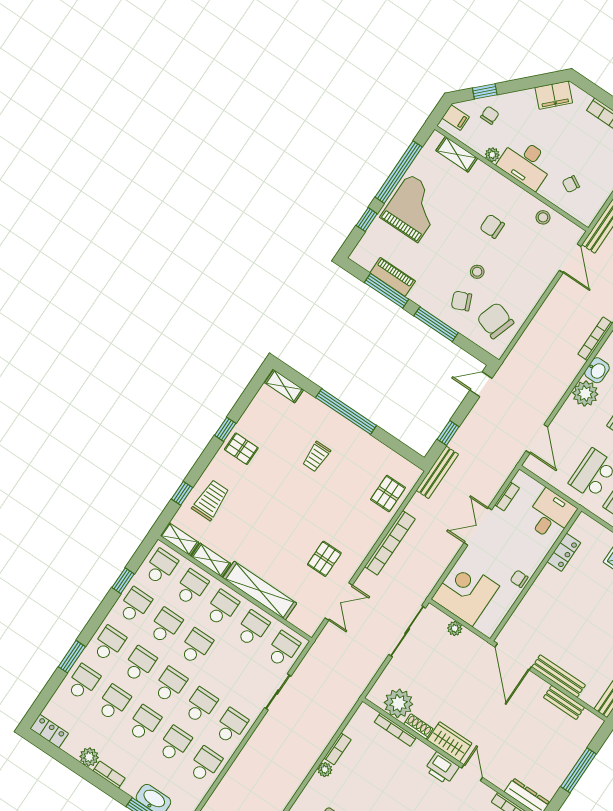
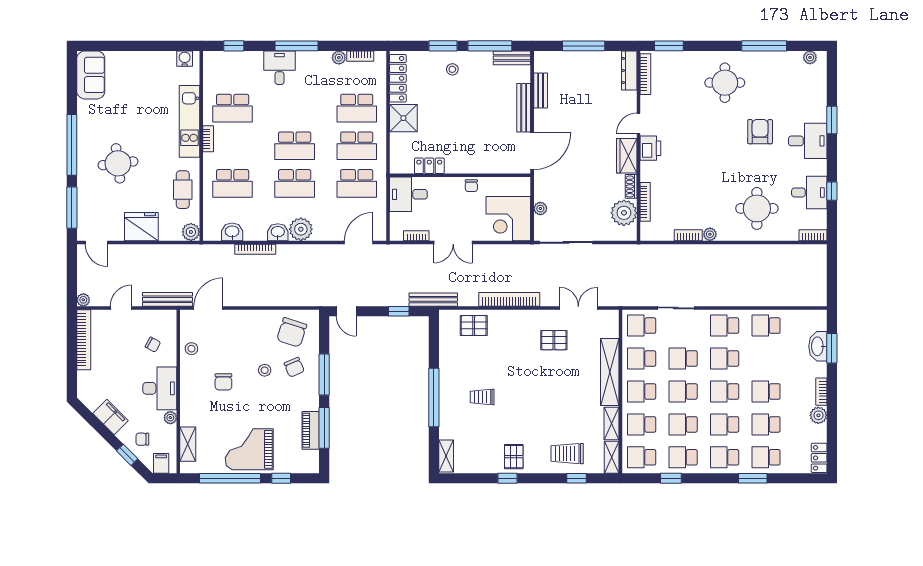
filing cabinet: (554, 95) -> (111, 417), moved
trolley: (316, 457) -> (482, 397), turned 180
school desk: (175, 744) -> (683, 359), moved

